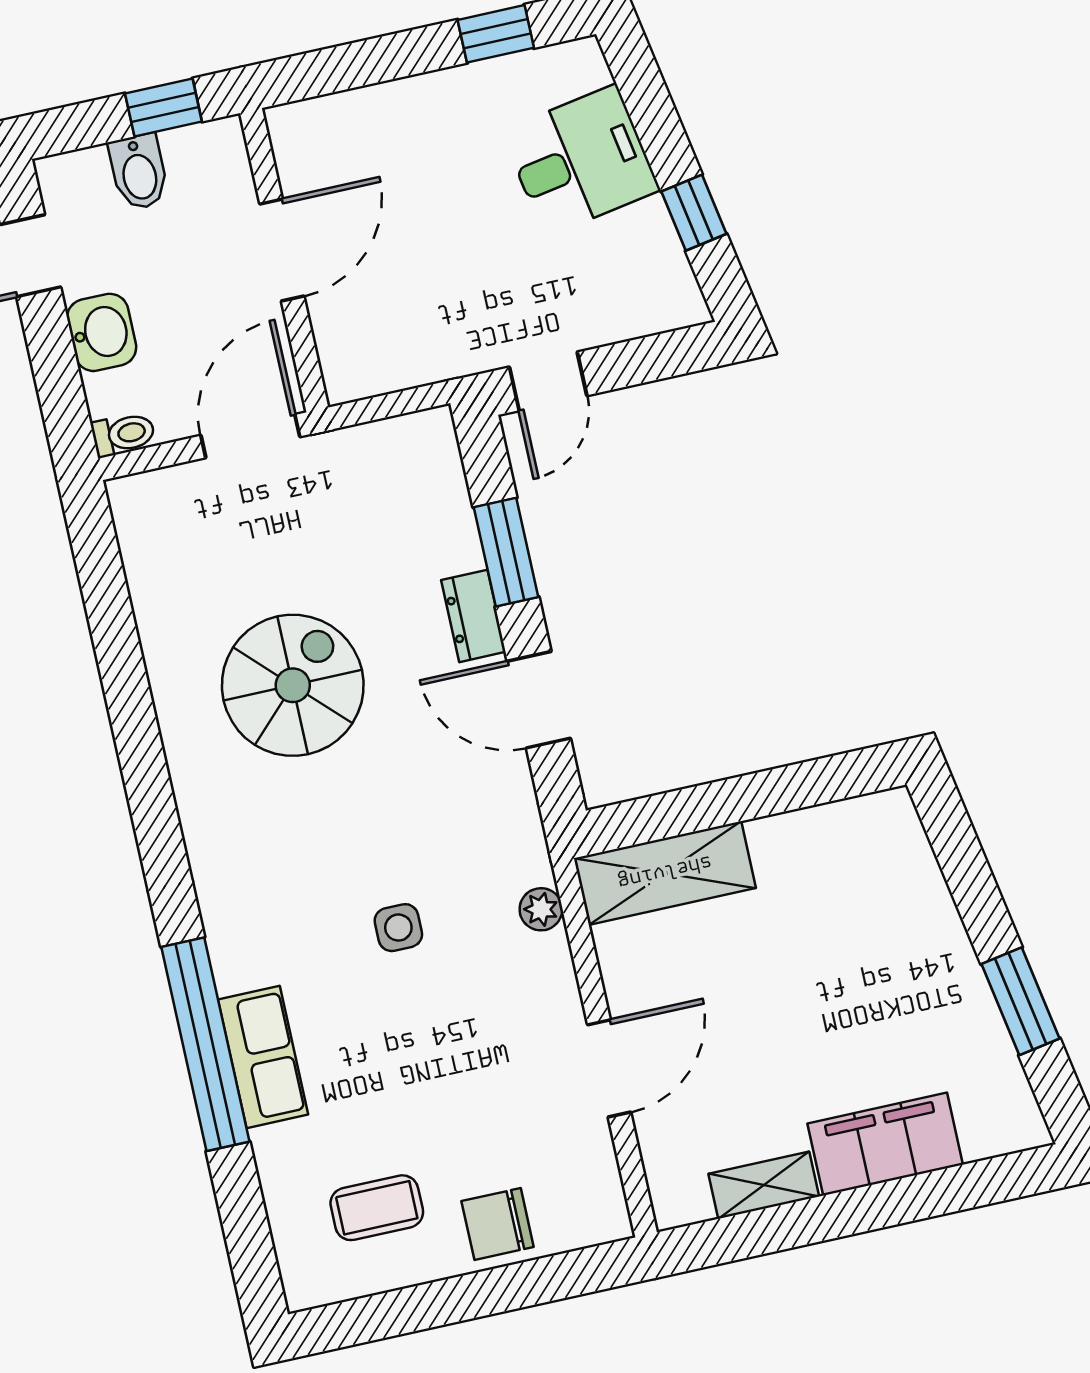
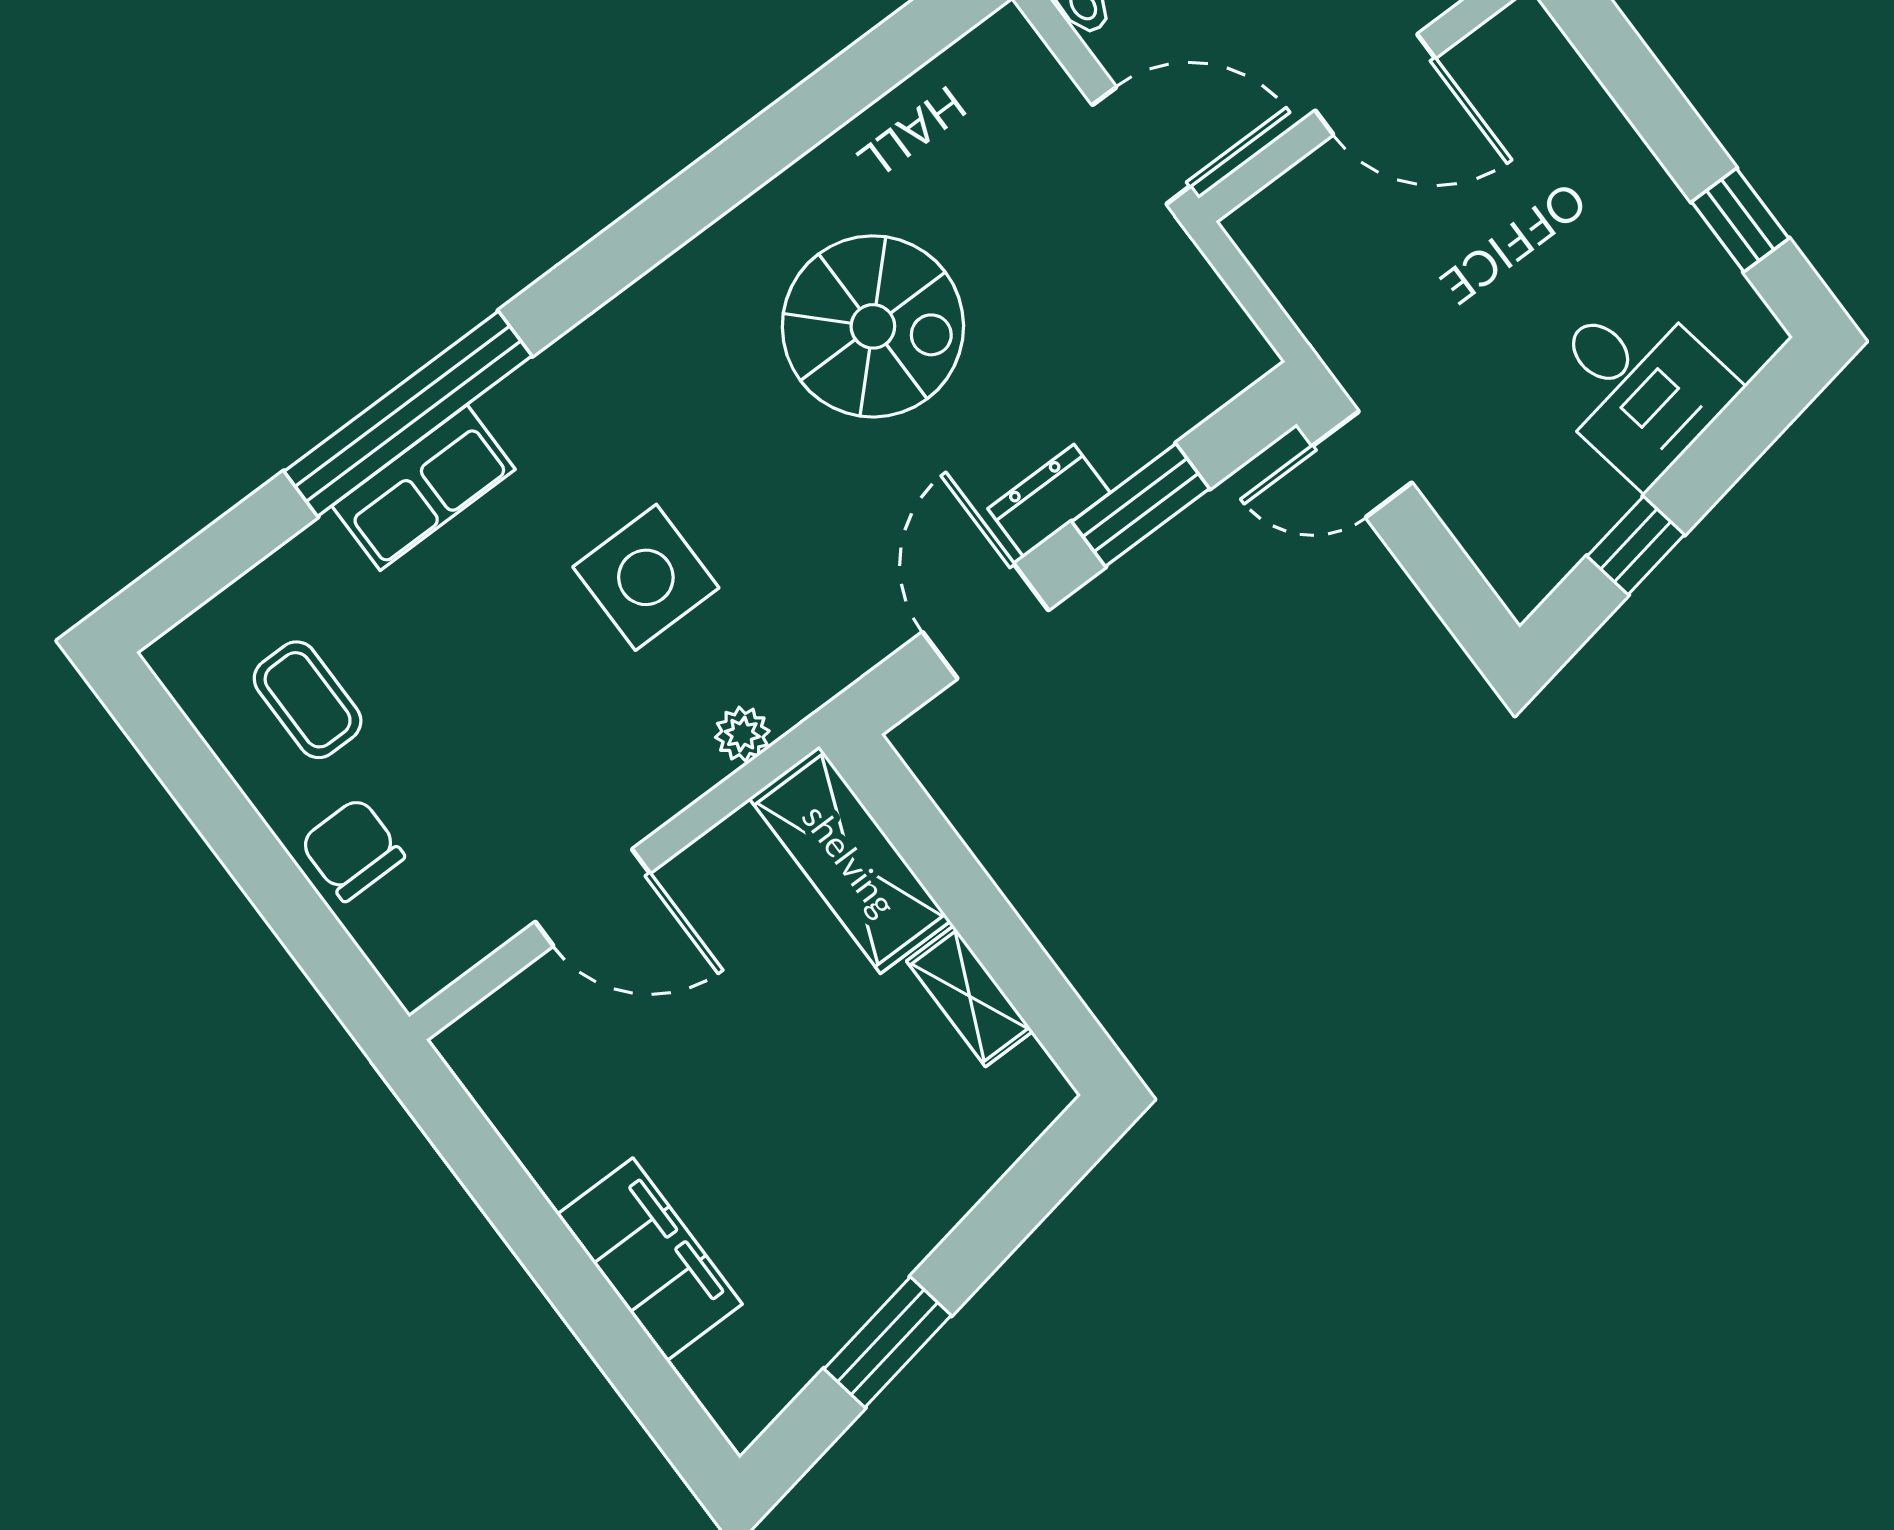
side table: (398, 928) -> (646, 577), width x1.87, depth x1.87
shelving: (764, 1185) -> (970, 996), moved

